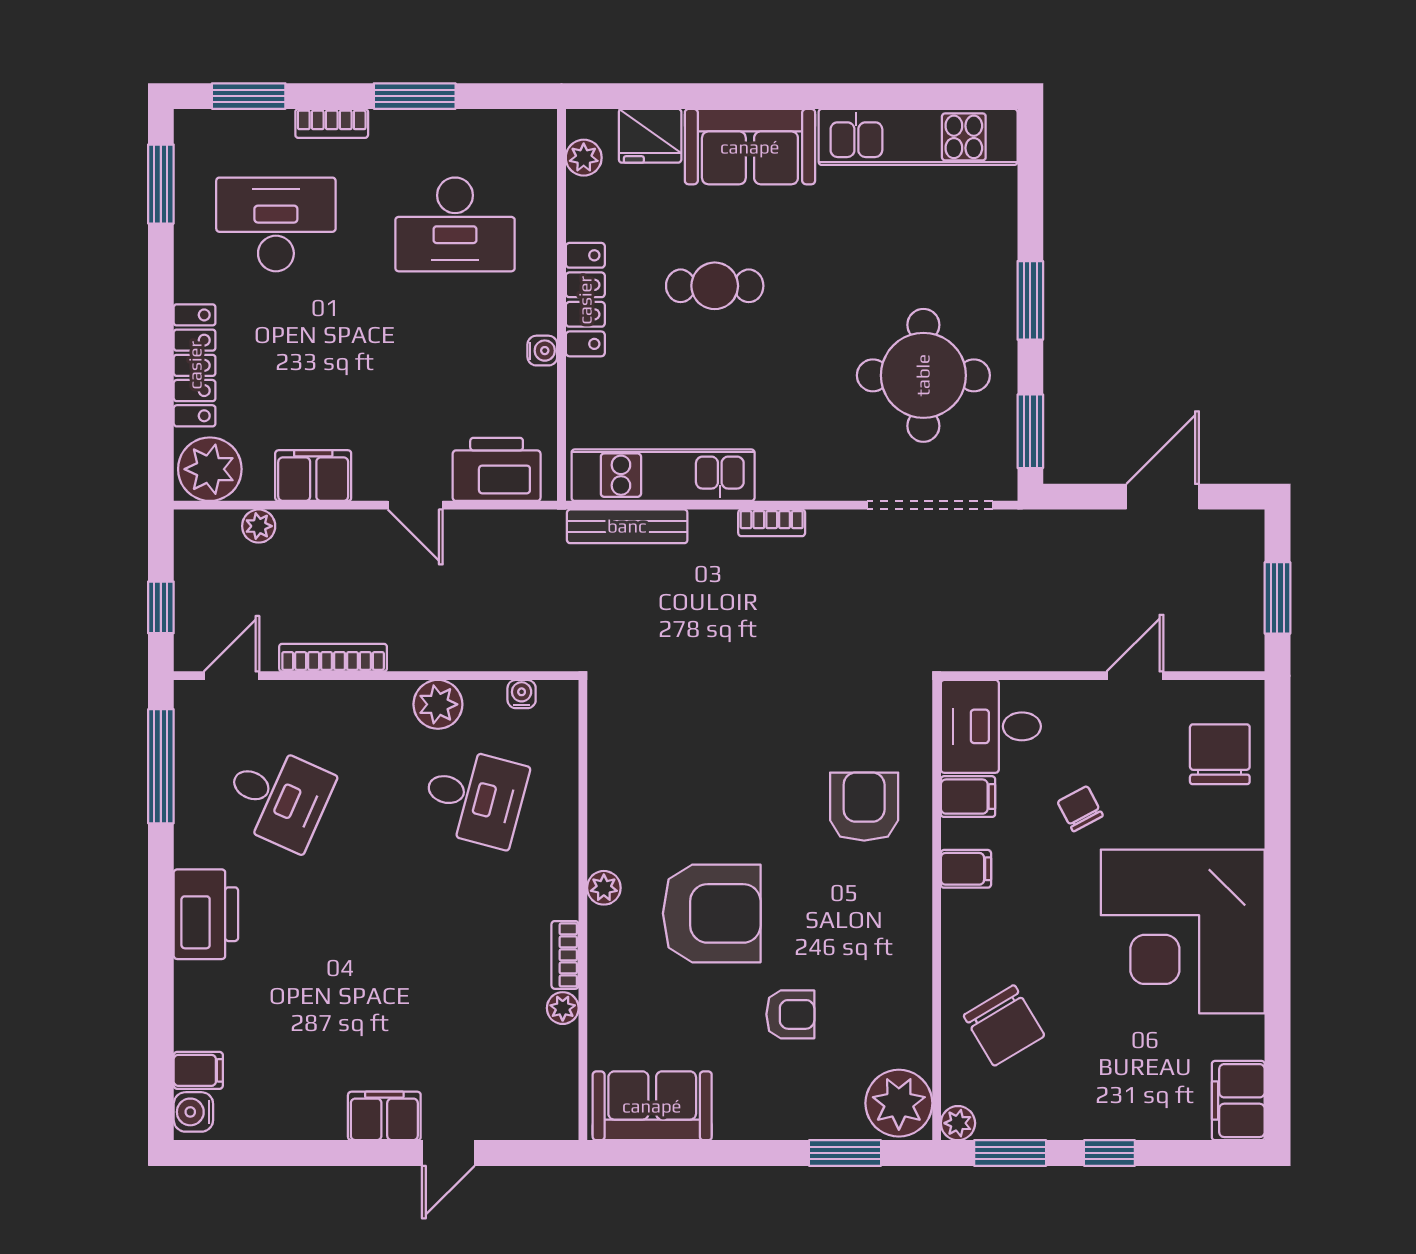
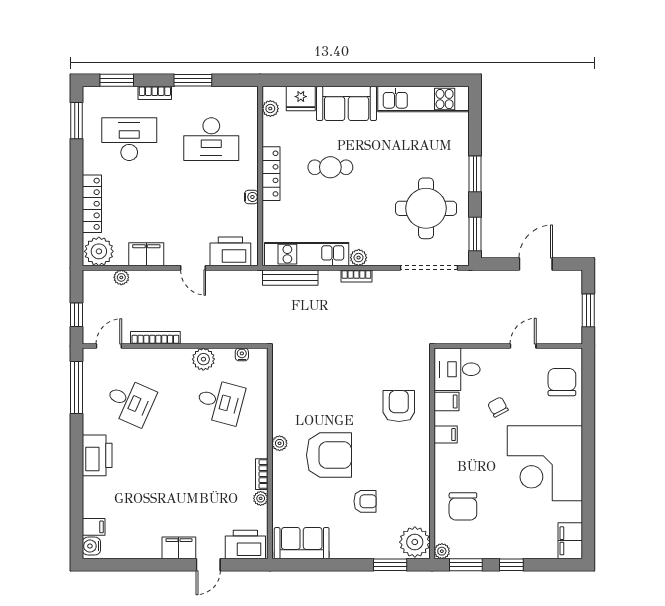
plant: (776, 483) -> (359, 258), added
chair: (1004, 1026) -> (463, 506), turned 31
printer: (529, 1109) -> (245, 545), added

